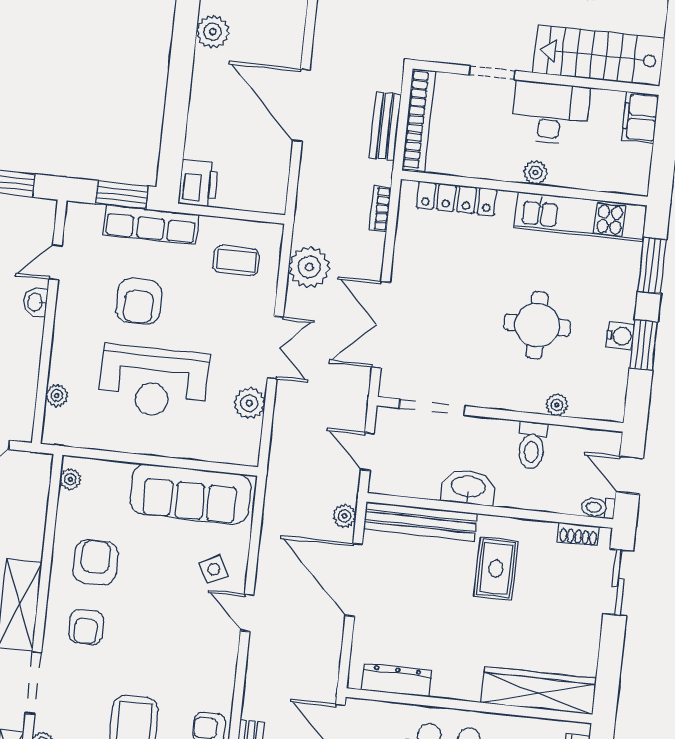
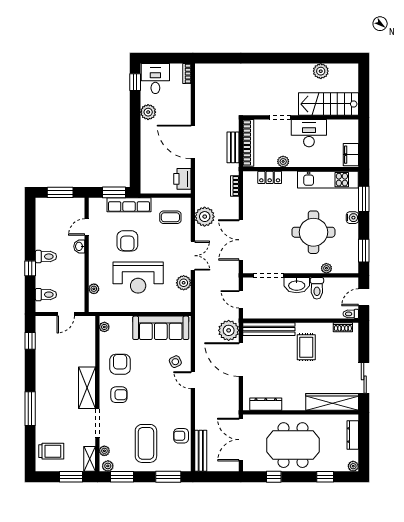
filing cabinet: (640, 117) -> (351, 155), moved
plant: (535, 173) -> (283, 161), moved
printer: (198, 184) -> (182, 179), moved, turned 180
locker: (456, 198) -> (270, 177), width x0.66
round table: (537, 325) -> (313, 232), width x1.36, depth x1.36
water cooler: (620, 336) -> (352, 218), moved
window: (644, 345) -> (364, 251), moved
door: (630, 475) -> (364, 297), hinge flipped
washbasin: (468, 487) -> (297, 285), moved, turned 180
plant: (344, 516) -> (229, 330), width x1.88, depth x1.88
sliding door: (618, 582) -> (364, 378), moved
armchair: (86, 627) -> (119, 395), turned -90

